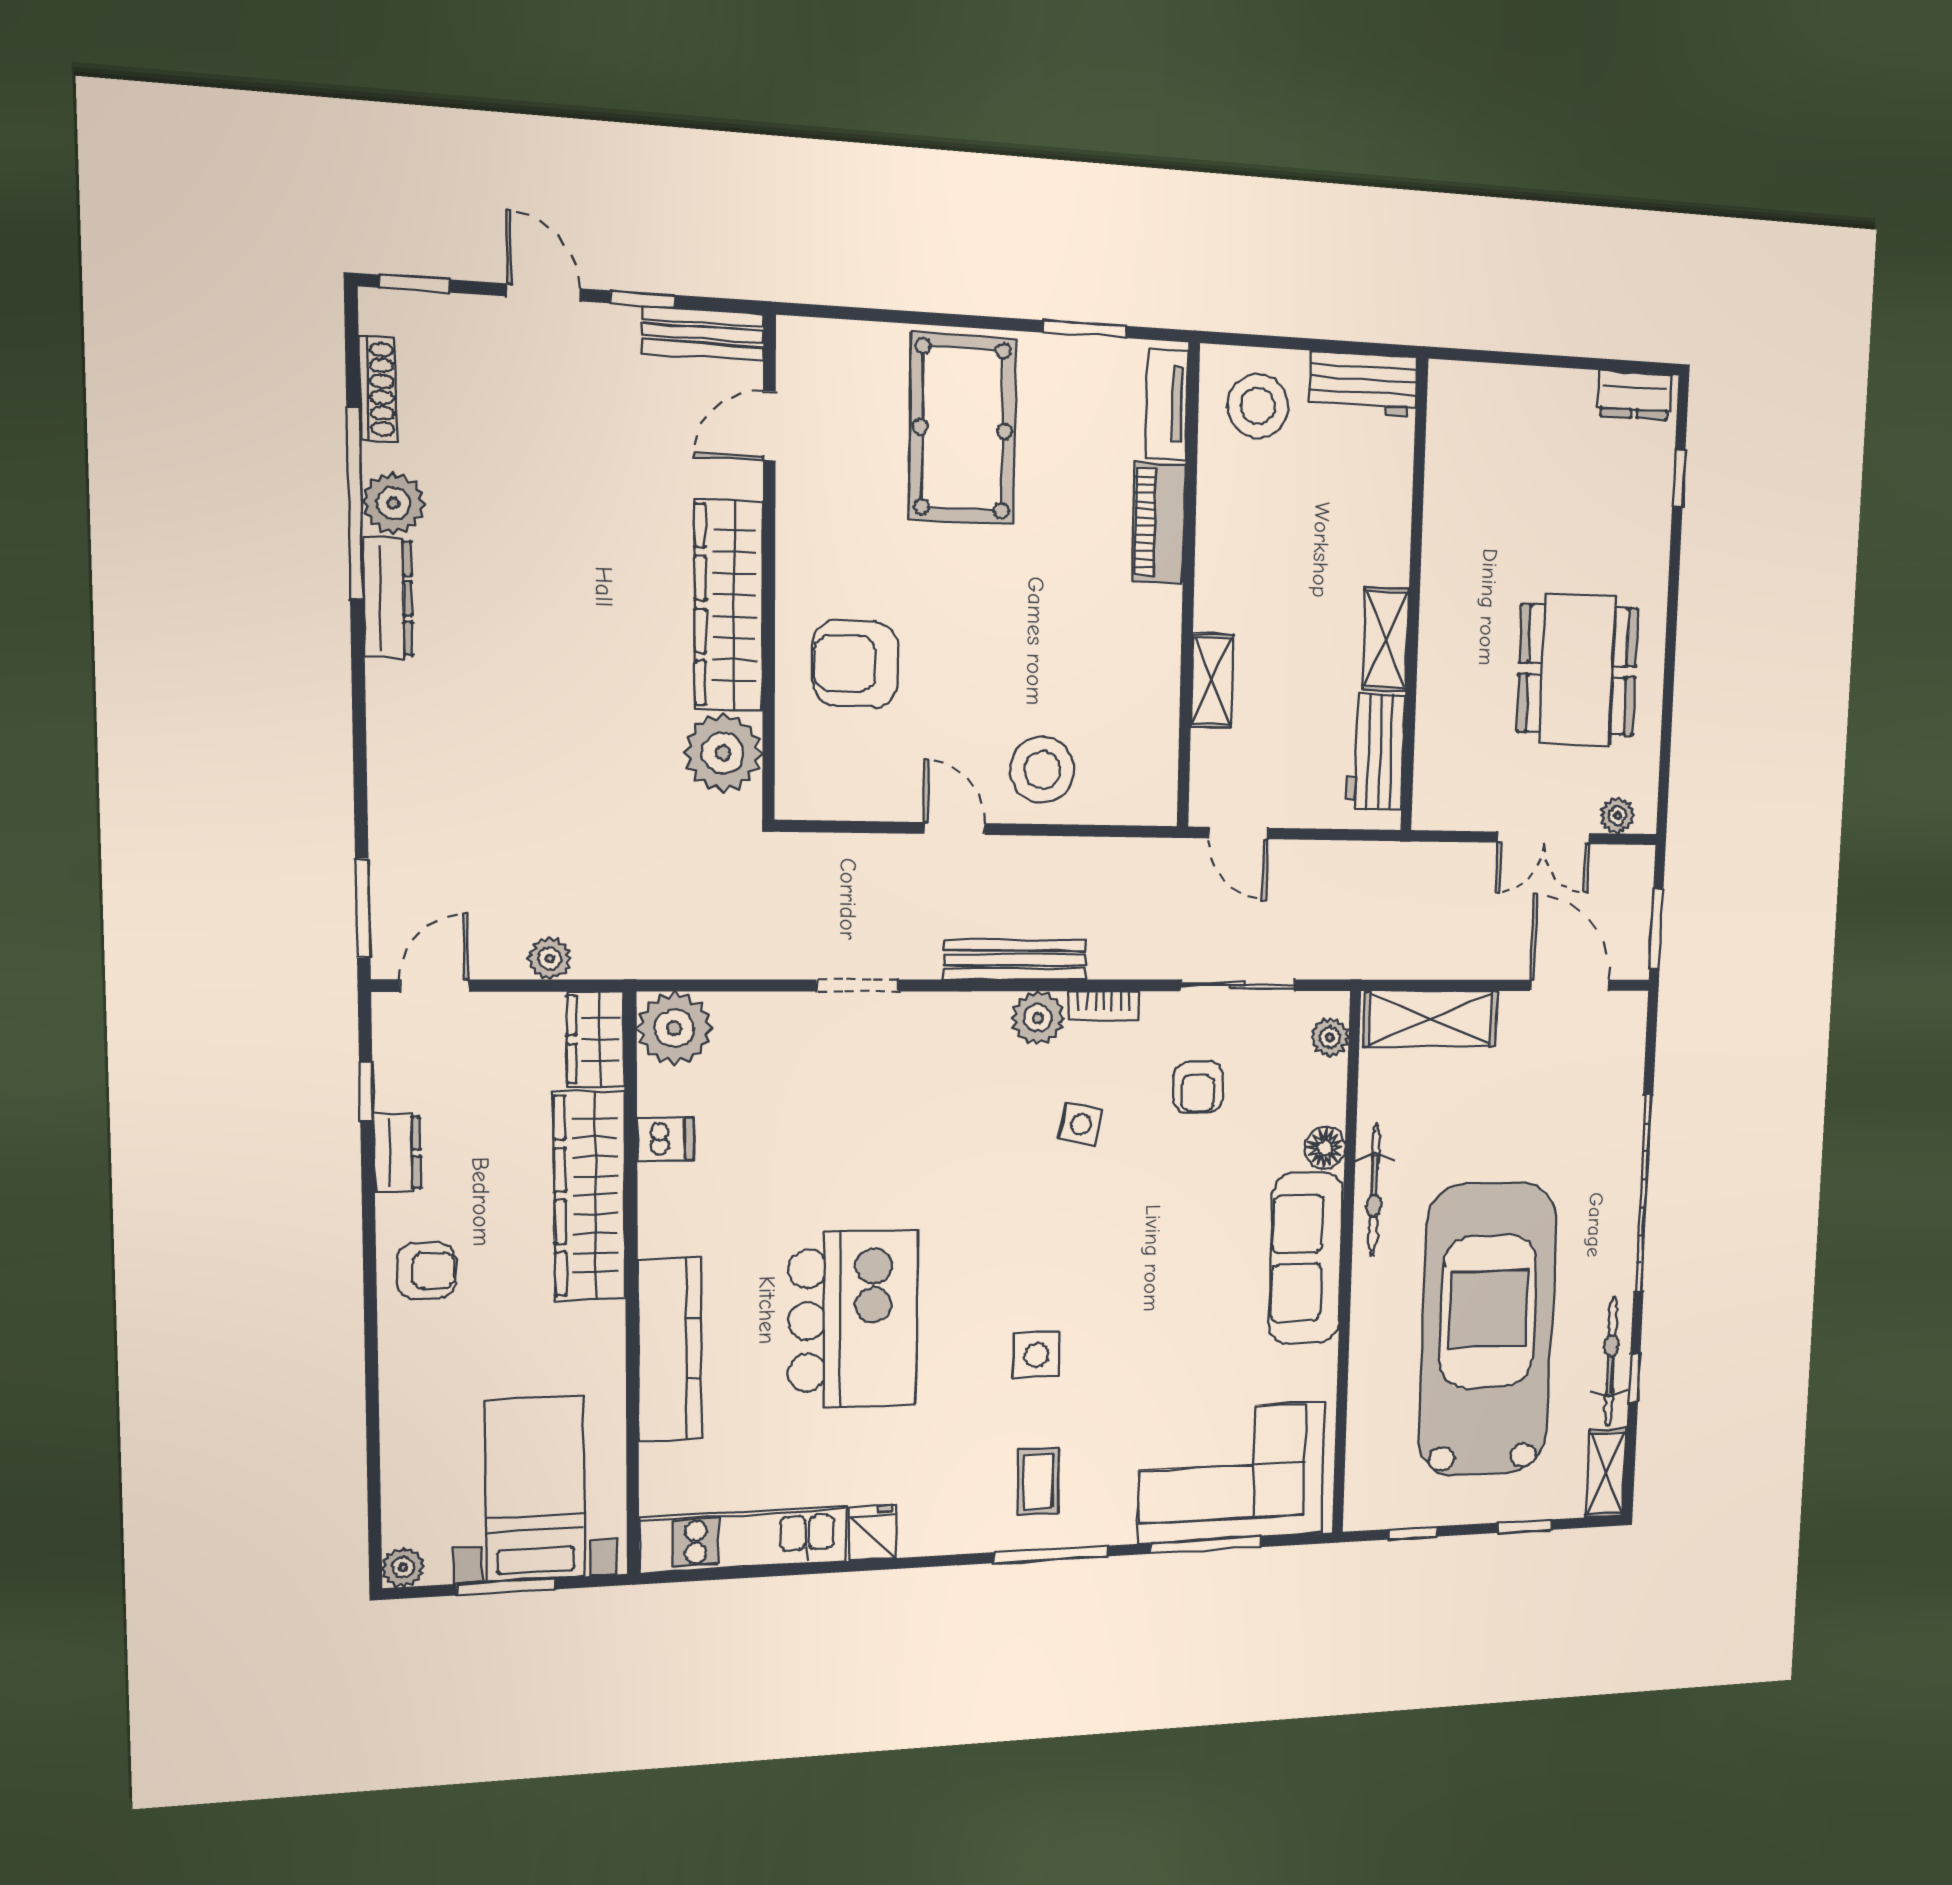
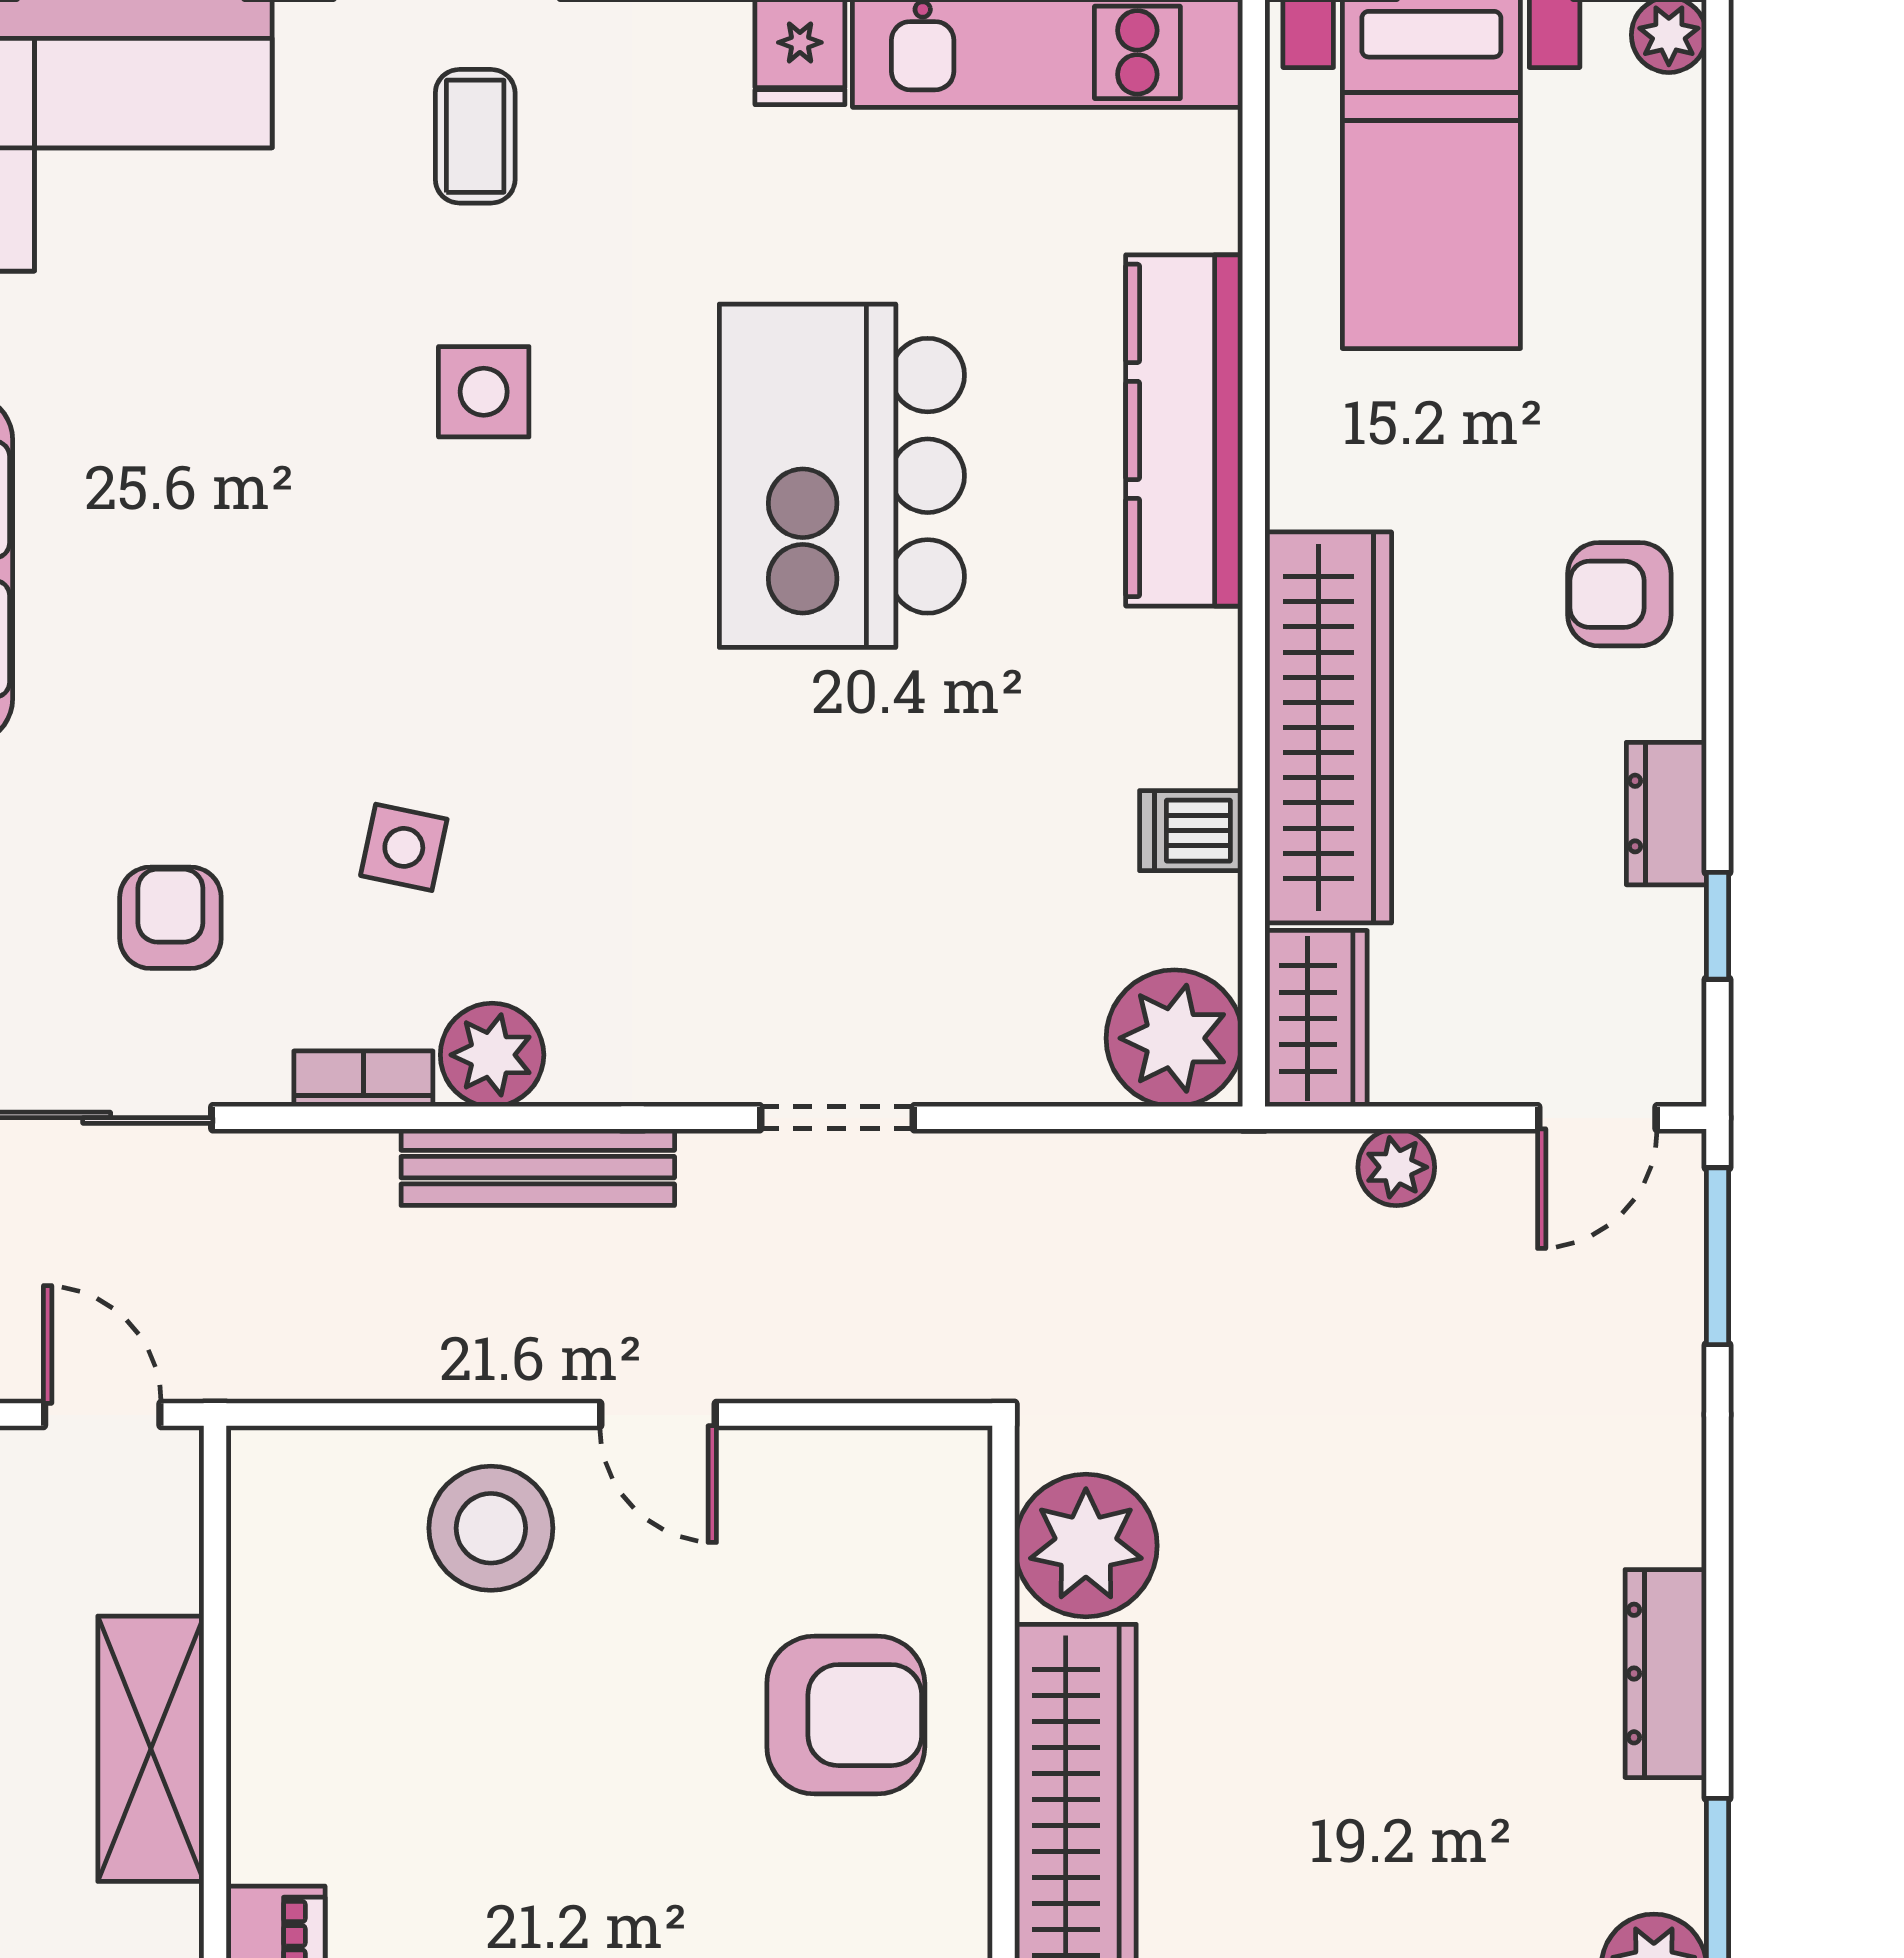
dresser: (388, 598) -> (1666, 1674), moved
shelving: (1212, 681) -> (151, 1749), width x1.50, depth x1.33

